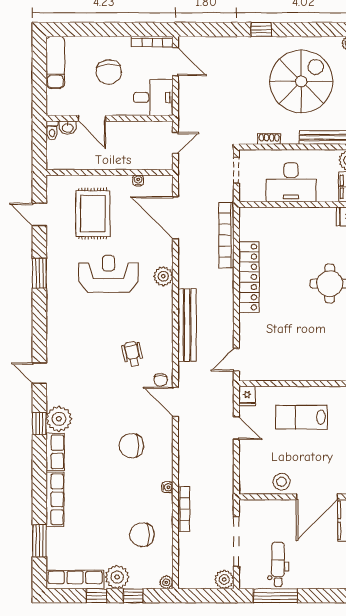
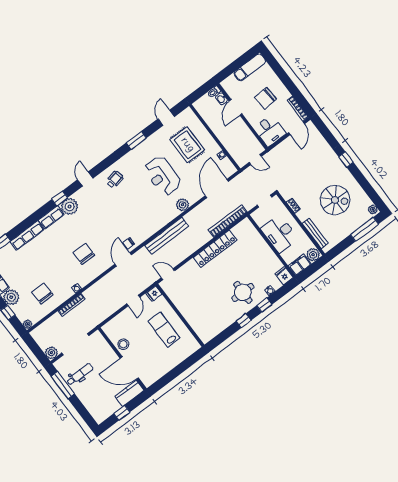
spiral stairs: (301, 81) -> (335, 200), width x0.73, depth x0.73
rug: (93, 214) -> (187, 145), turned 90
reception desk: (108, 274) -> (163, 176), turned 180
wheelchair: (132, 354) -> (115, 179), moved

